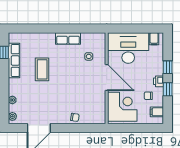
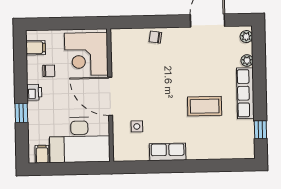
row of seats: (14, 61) -> (245, 93), moved
coffee table: (42, 69) -> (205, 106), turned 90
window: (168, 89) -> (21, 81), removed

